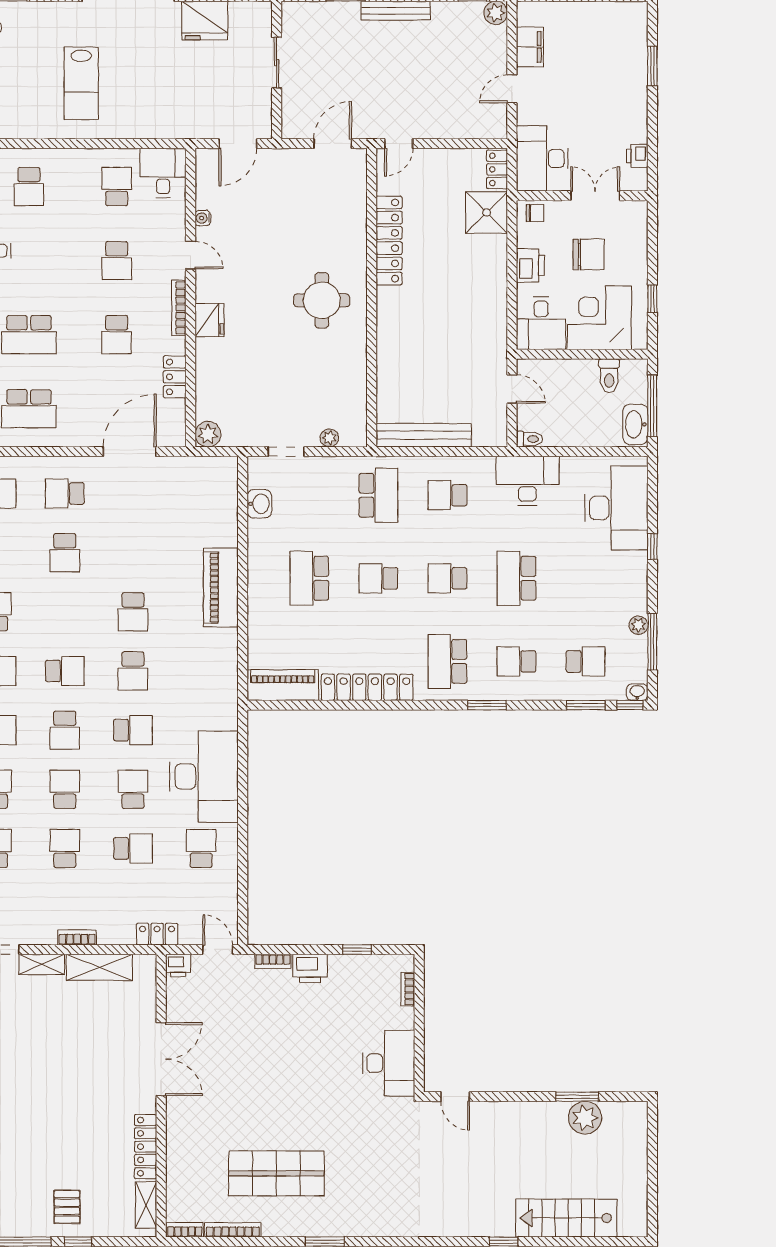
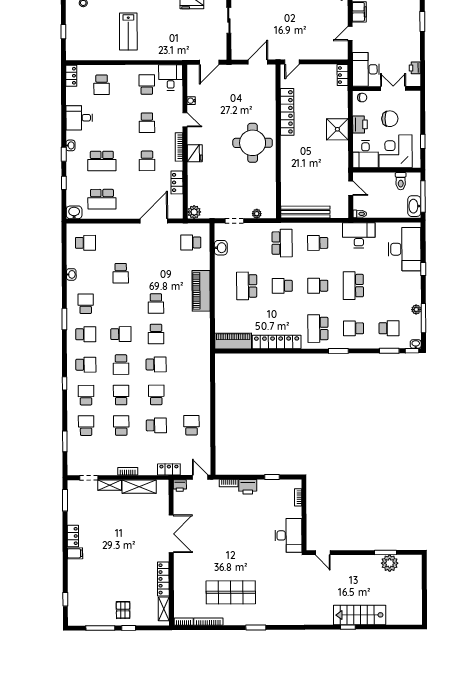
shower: (487, 213) -> (337, 129), moved
round table: (322, 300) -> (253, 143), width x1.36, depth x1.36
school desk: (65, 493) -> (191, 242), moved
desk: (204, 777) -> (193, 388), removed
stairs: (566, 1218) -> (360, 615), moved

